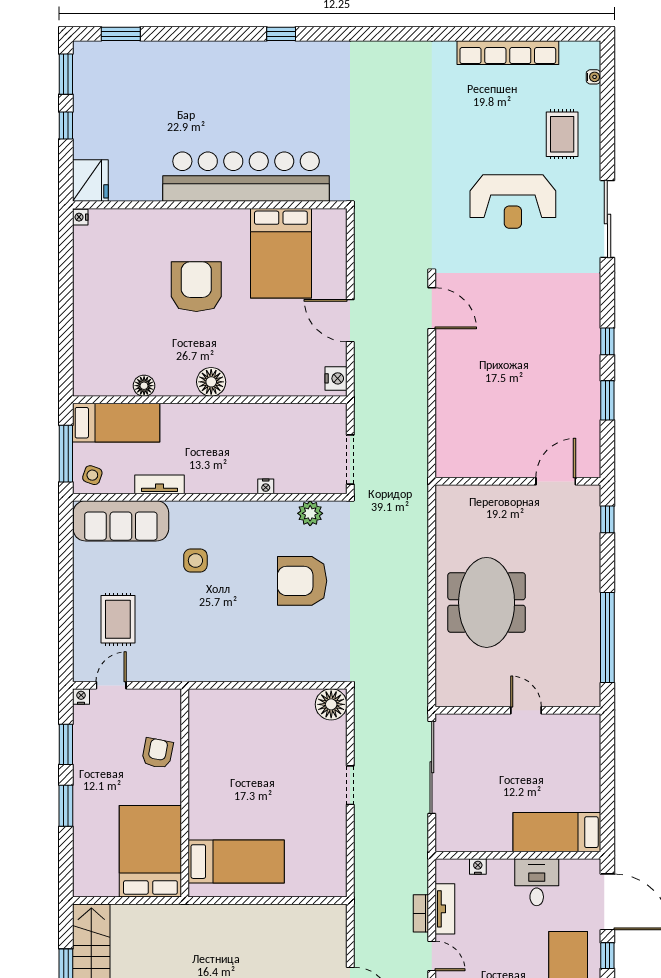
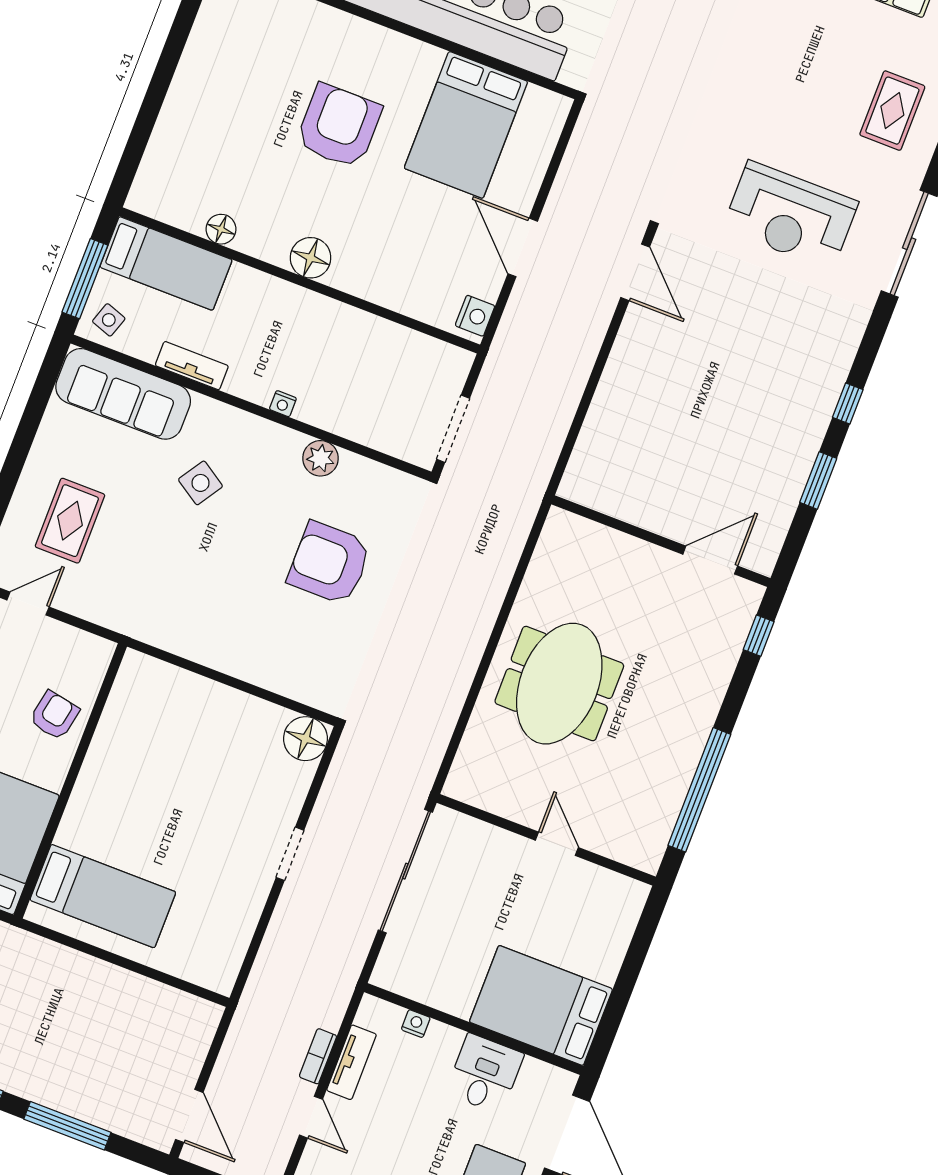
reception desk: (513, 202) -> (790, 215), moved
nightstand: (266, 486) -> (283, 404), moved
plant: (310, 513) -> (320, 458), moved
side table: (195, 560) -> (200, 483), turned 33
bed: (557, 832) -> (541, 1005), width x1.50

